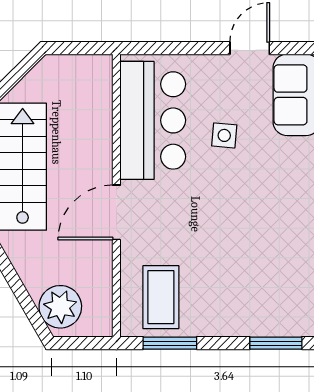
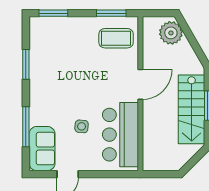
coffee table: (161, 297) -> (116, 38), turned 90

